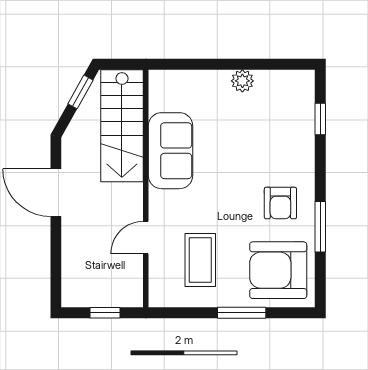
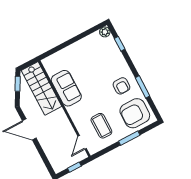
plant: (242, 81) -> (105, 32), moved
door: (146, 238) -> (82, 142), moved

